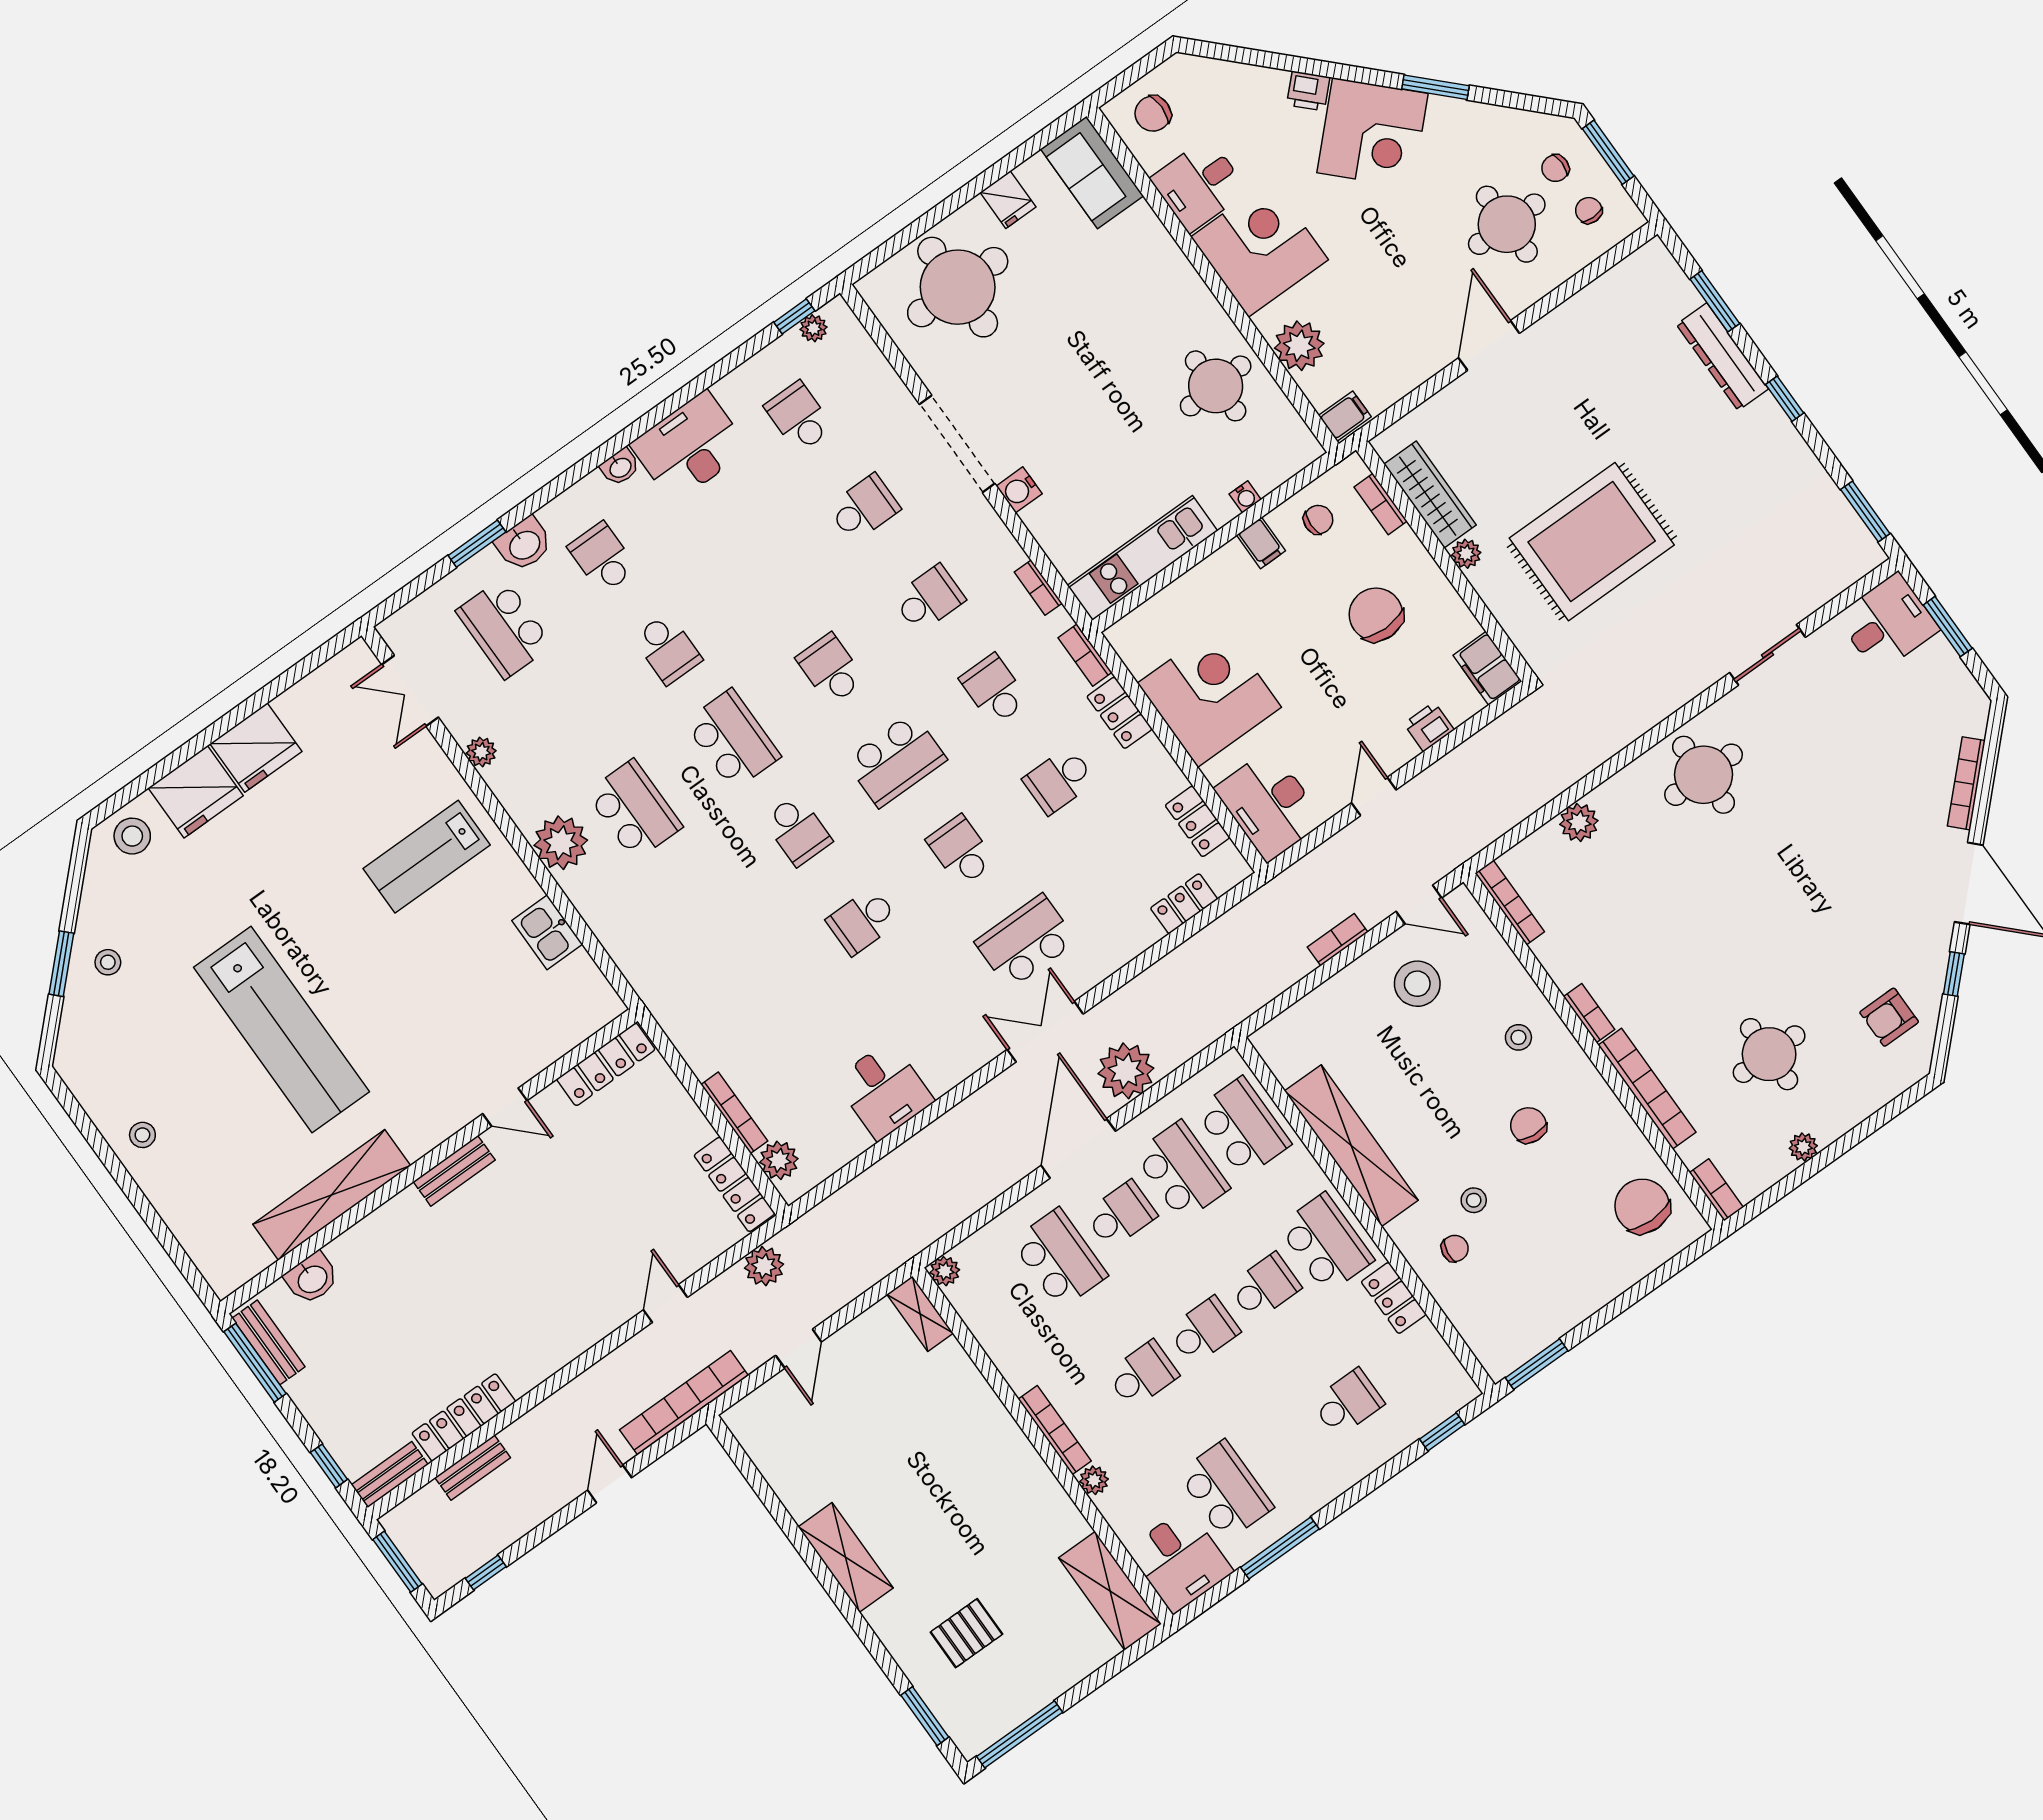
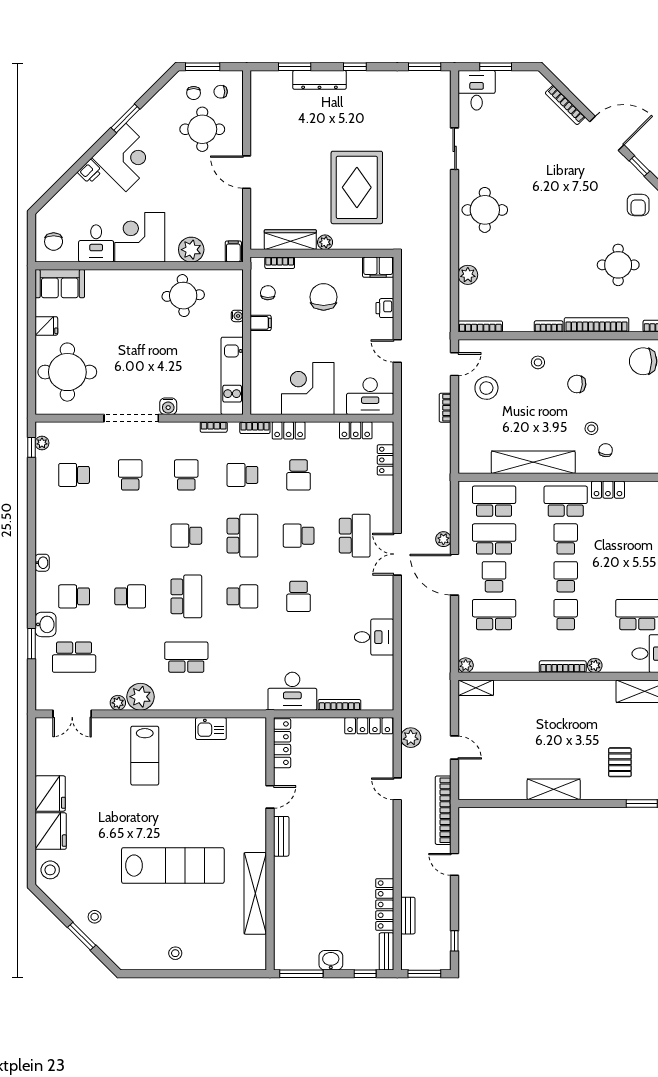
desk: (690, 447) -> (292, 691), moved, turned -90
chair: (1376, 615) -> (324, 297), turned 90
school desk: (732, 739) -> (186, 596), turned 90
plant: (561, 843) -> (140, 697), moved
school desk: (1026, 942) -> (355, 536), turned 180
plant: (1126, 1071) -> (443, 539), width x0.53, depth x0.53
plant: (779, 1160) -> (372, 701), removed
washbasin: (312, 1278) -> (331, 960), moved, turned -90
bench: (269, 1342) -> (297, 962), removed
school desk: (1348, 1403) -> (637, 539), removed

